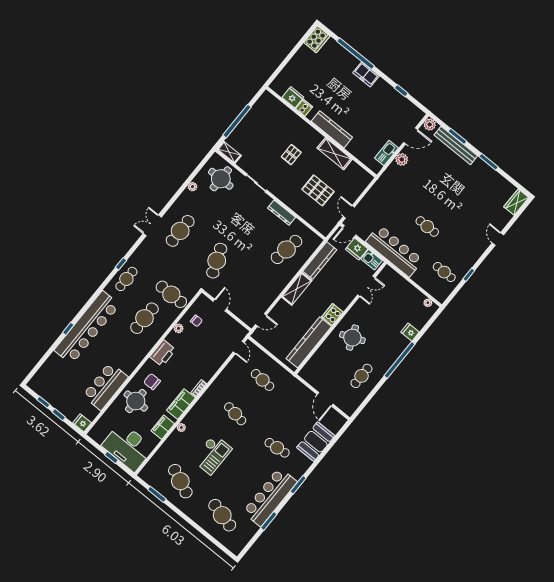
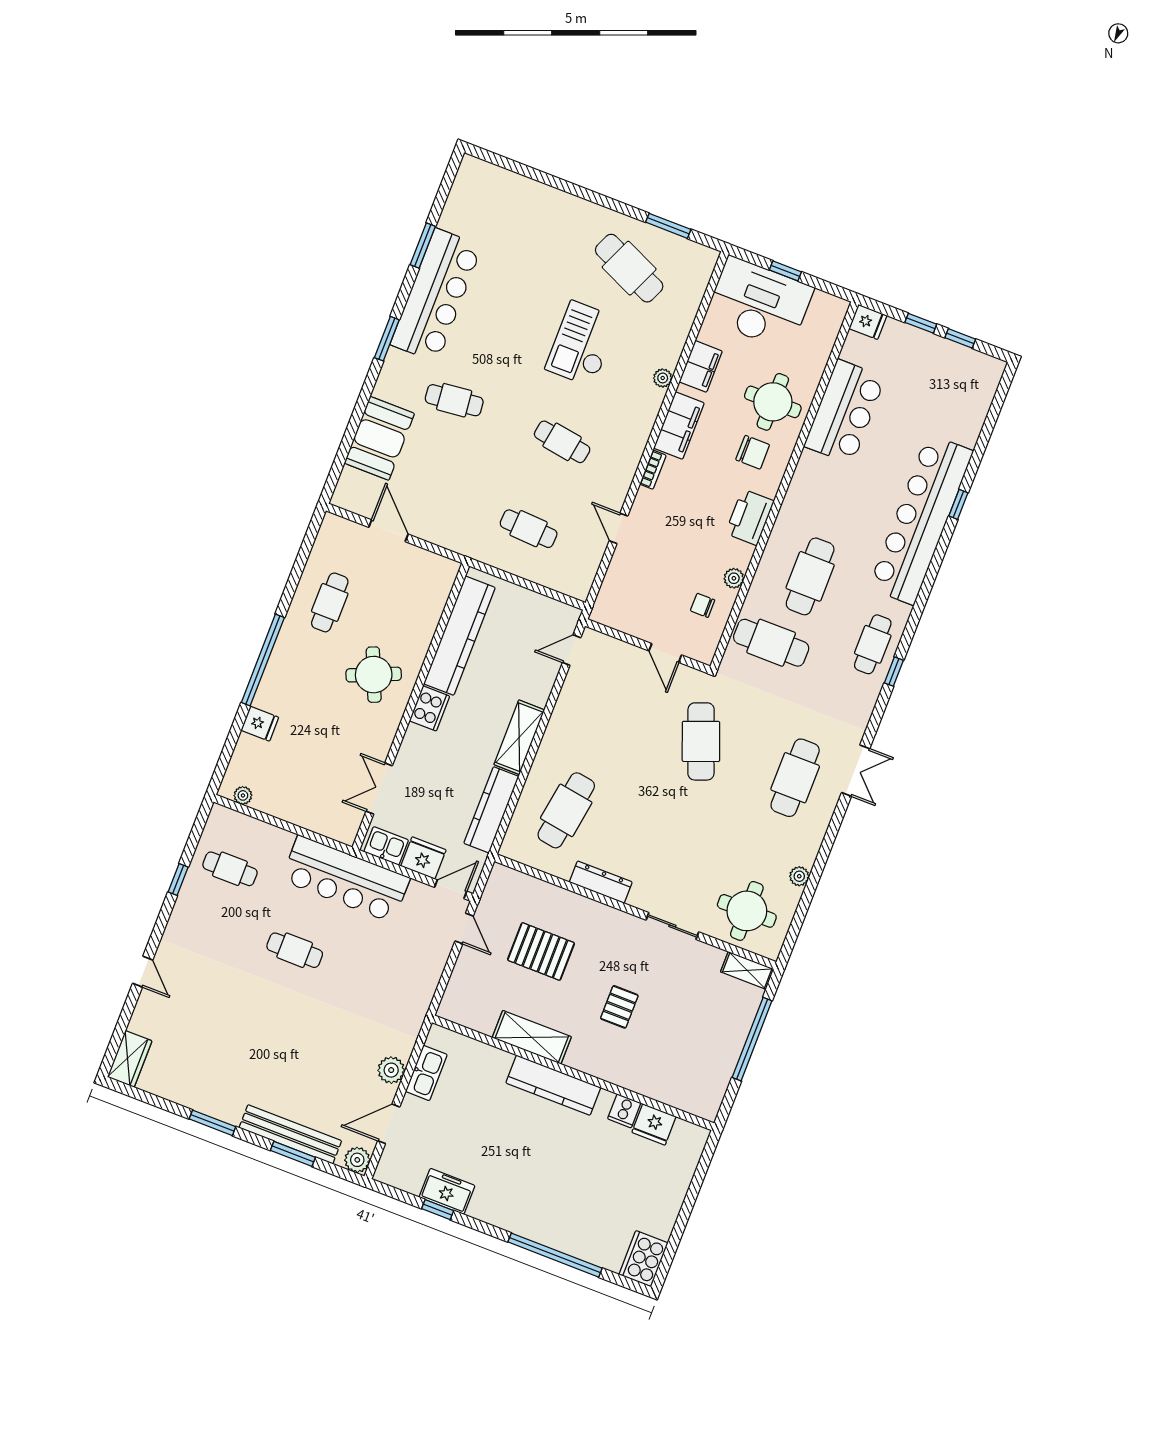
freezer: (366, 74) -> (447, 1191), moved
door: (239, 347) -> (619, 528), moved
cafe table: (222, 515) -> (521, 226), removed

